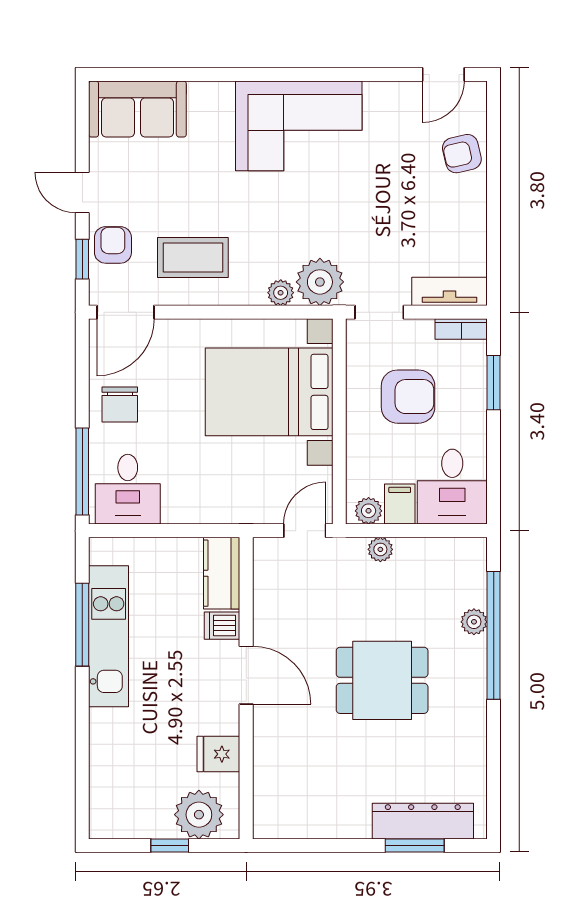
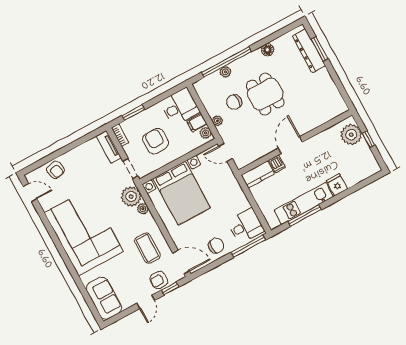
corner sofa: (299, 126) -> (84, 232), width x1.36, depth x1.36
chair: (401, 606) -> (234, 102), added
floor lamp: (473, 735) -> (267, 50), added
fridge: (218, 754) -> (337, 185), moved, turned 180

